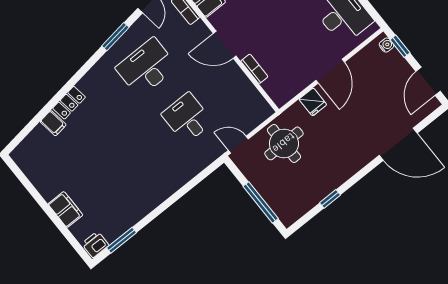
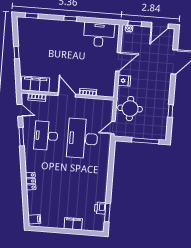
door: (225, 45) -> (67, 95), swing flipped
door: (330, 71) -> (118, 62), hinge flipped
door: (428, 81) -> (160, 25), hinge flipped
desk: (187, 118) -> (82, 139), width x1.87, depth x1.30
filing cabinet: (53, 123) -> (34, 219), moved
printer: (95, 244) -> (100, 208), moved

